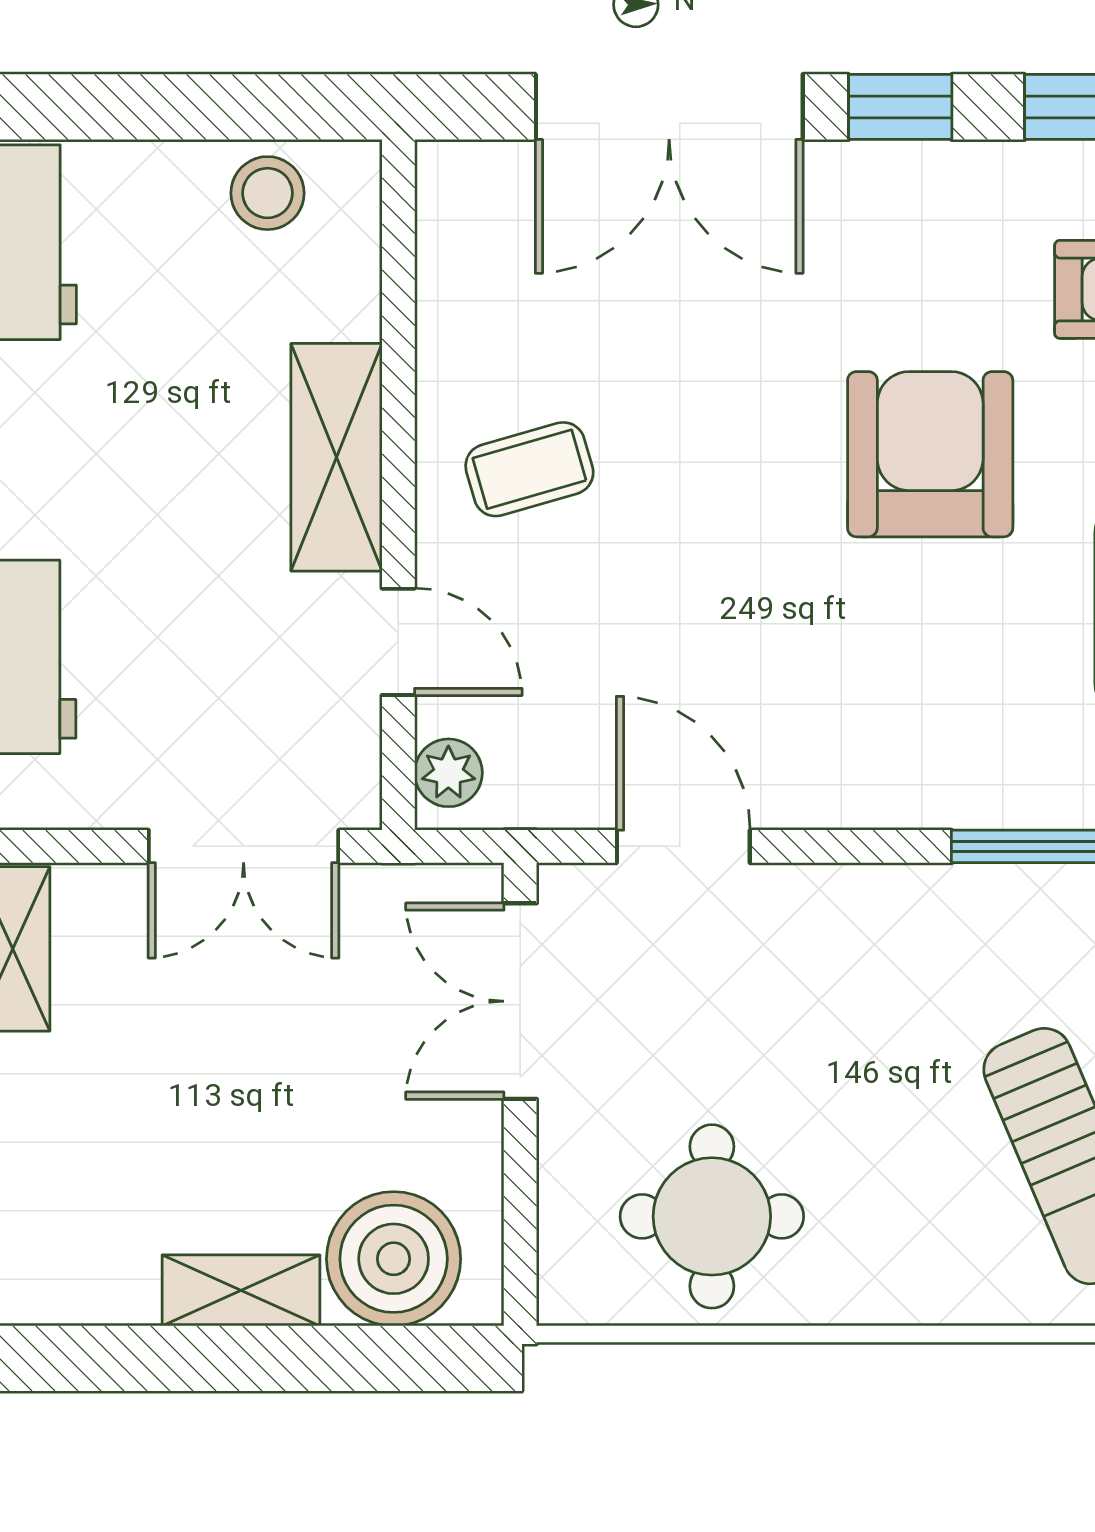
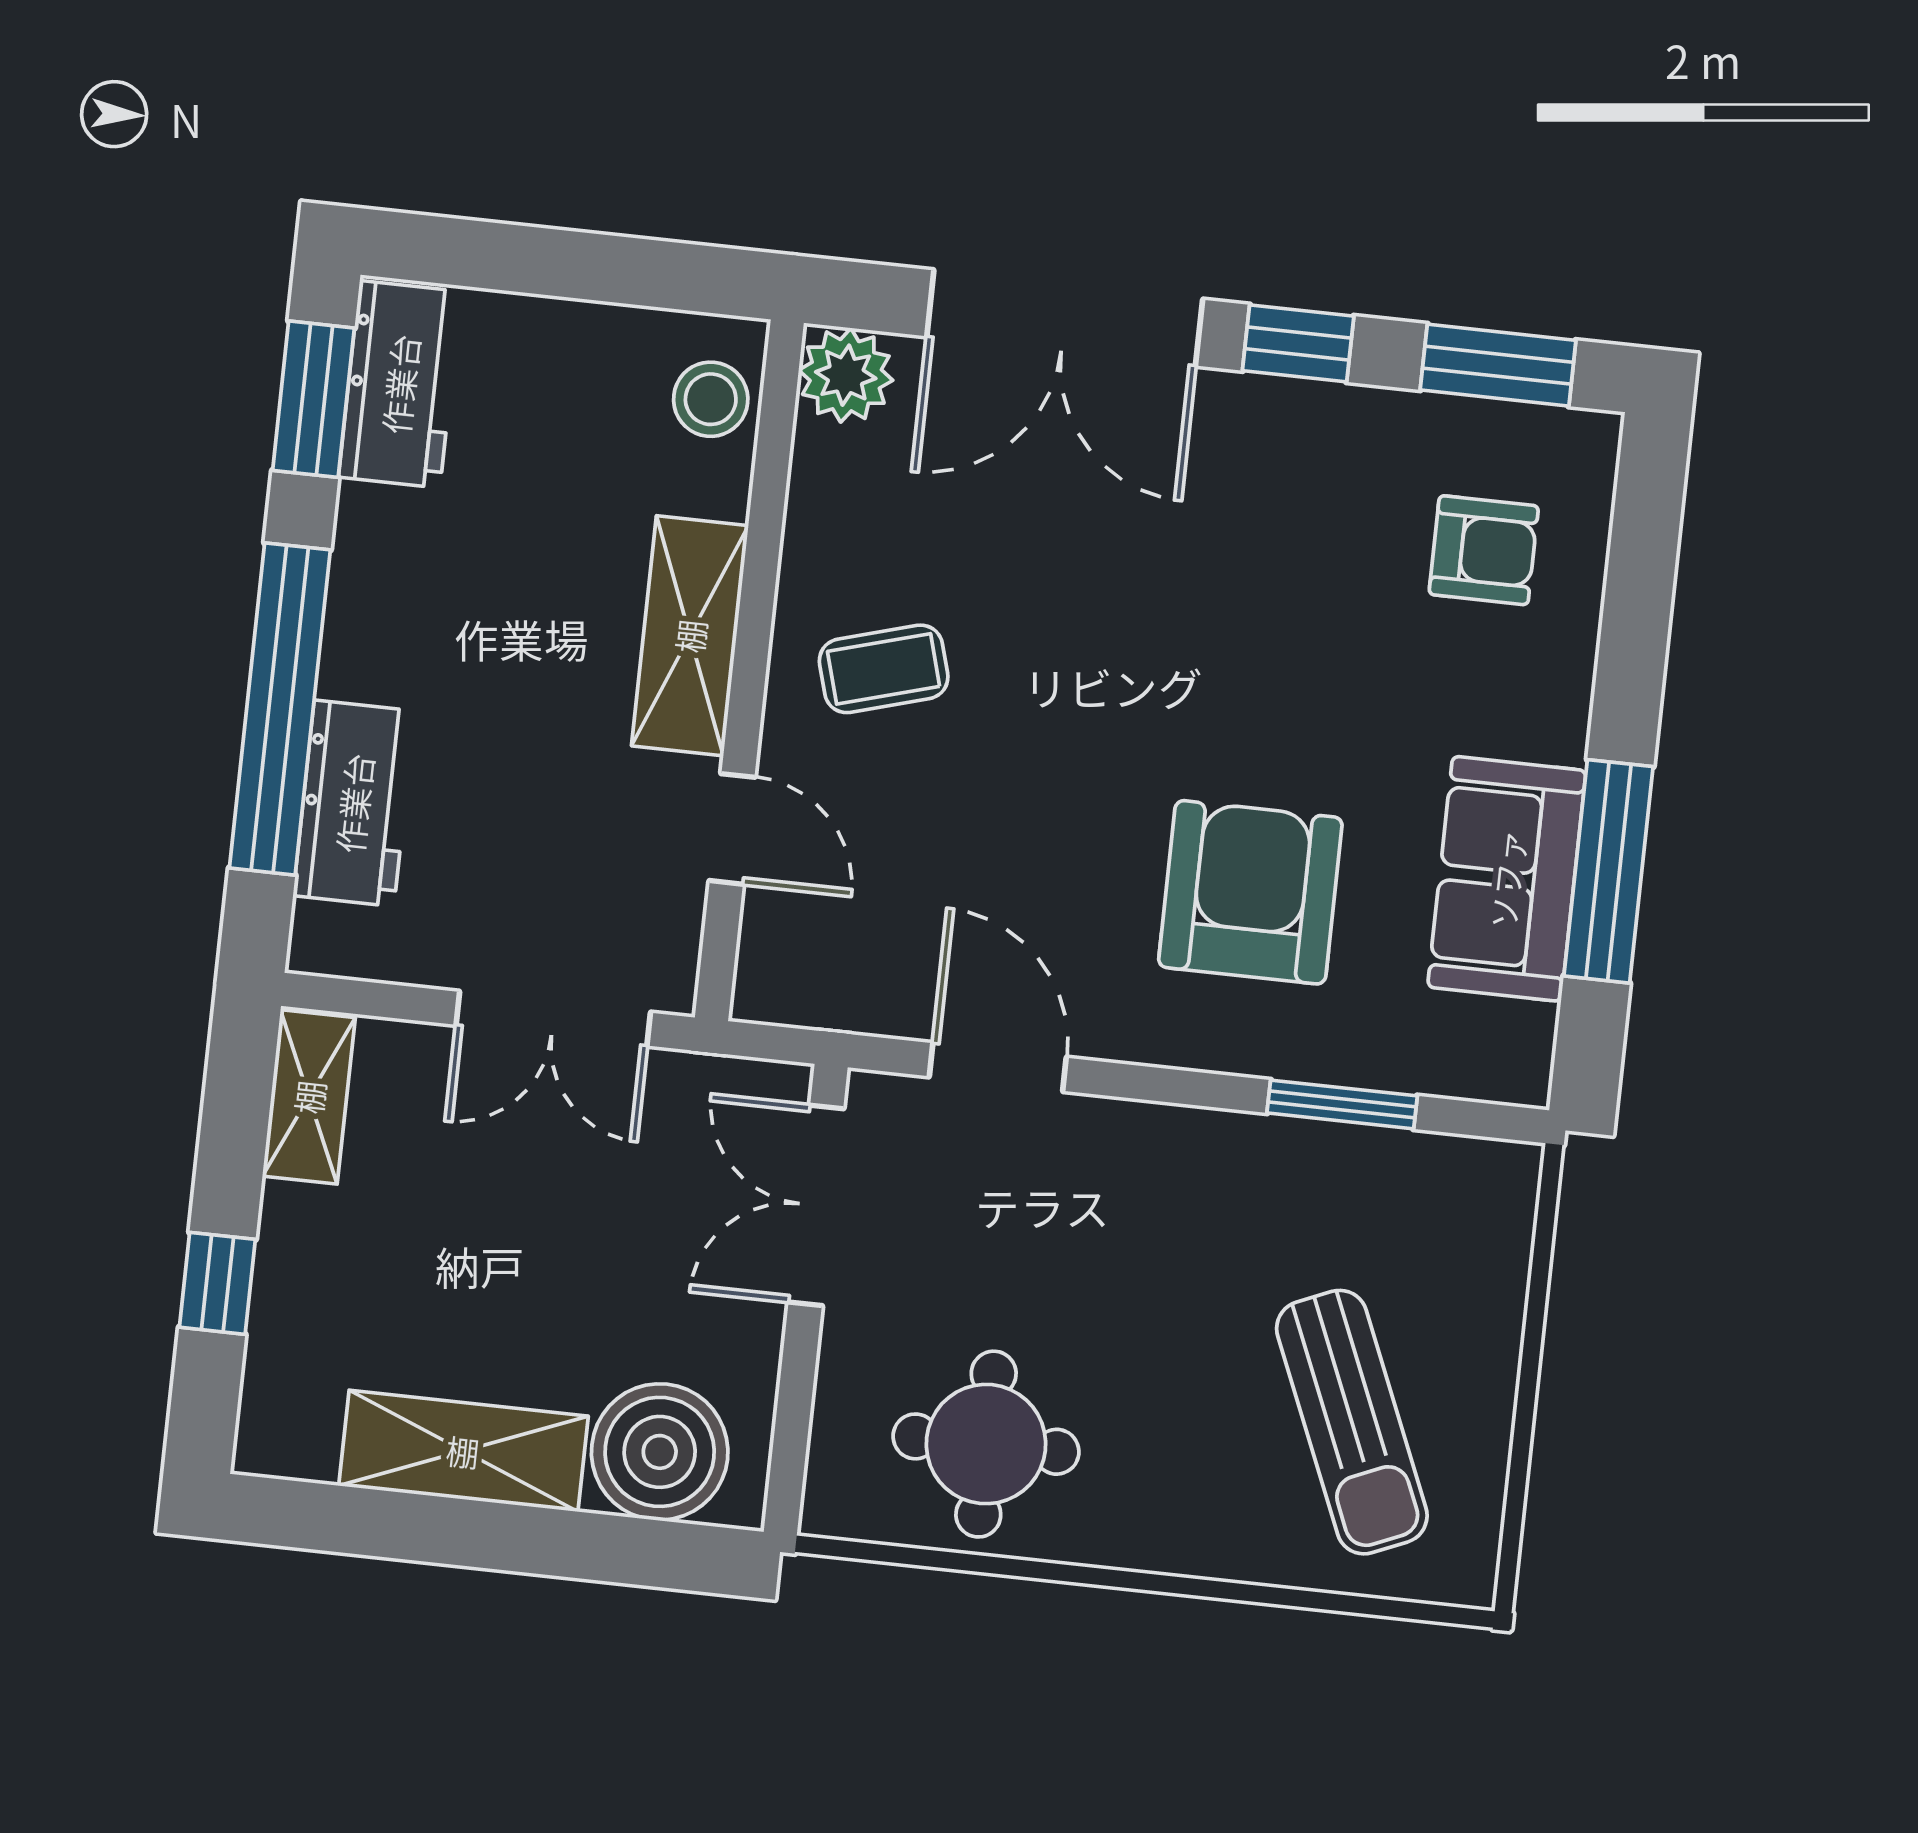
stool: (268, 193) -> (711, 399), moved
armchair: (930, 454) -> (1250, 892), moved
plant: (448, 773) -> (846, 375), moved, width x1.38, depth x1.38
shelving: (241, 1290) -> (463, 1451), width x1.50, depth x1.33

